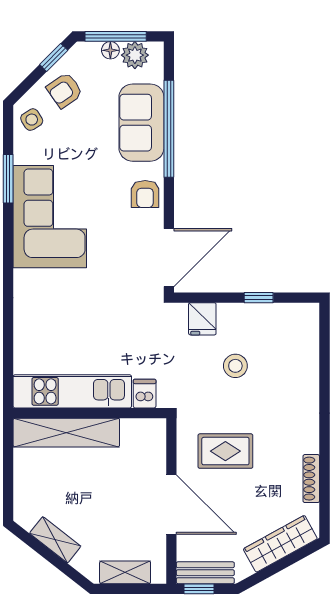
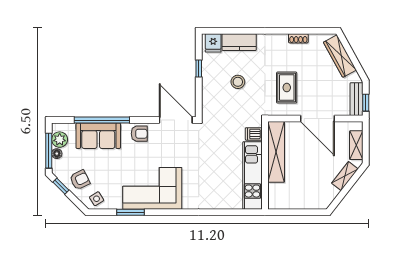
armchair: (65, 90) -> (80, 180), turned -81
fridge: (202, 319) -> (213, 43), moved, turned 90
kitchen counter: (305, 368) -> (239, 42), added
shelving: (66, 433) -> (276, 152), moved
shoe rack: (311, 479) -> (298, 38), width x0.70
door: (171, 505) -> (317, 119), swing flipped
shelving: (55, 540) -> (345, 176), moved

